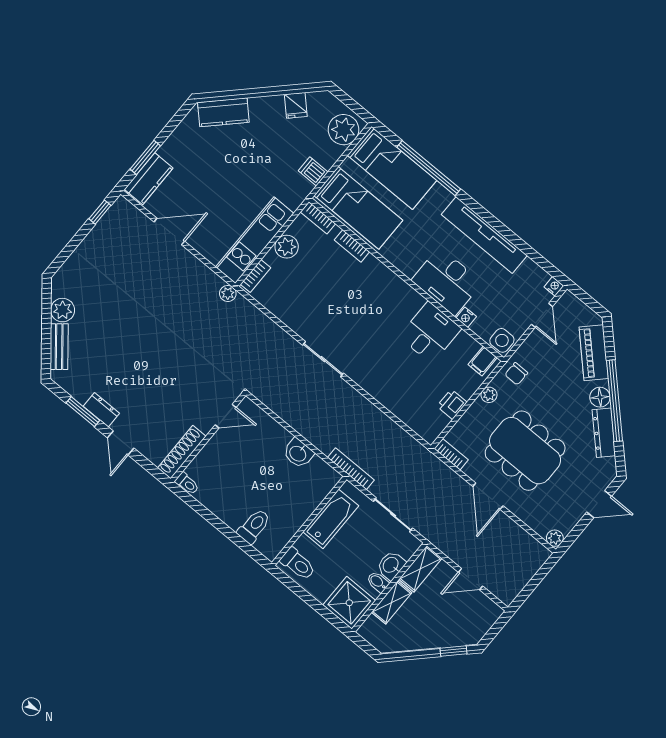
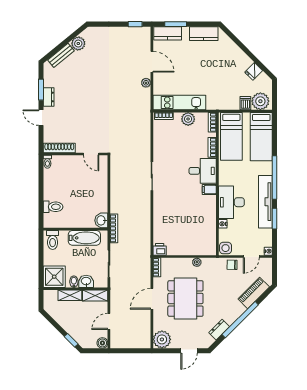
kitchen counter: (223, 112) -> (204, 34), moved, turned -45
window: (429, 168) -> (275, 178), moved
dishwasher: (313, 171) -> (245, 103), moved
window: (517, 242) -> (275, 219), added
plant: (228, 293) -> (146, 83), moved
desk: (430, 333) -> (203, 171), moved
filing cabinet: (483, 361) -> (209, 190), moved
chair: (516, 374) -> (232, 265), moved
floor lamp: (600, 397) -> (236, 312), removed
printer: (452, 404) -> (160, 249), moved
dresser: (604, 433) -> (219, 330), width x0.70
door: (121, 443) -> (41, 118), hinge flipped
washbasin: (298, 453) -> (101, 220), moved
door: (599, 504) -> (189, 351), hinge flipped
plant: (555, 538) -> (162, 339), width x1.87, depth x1.87
door: (471, 579) -> (109, 321), hinge flipped
boiler: (492, 612) -> (102, 343), added

